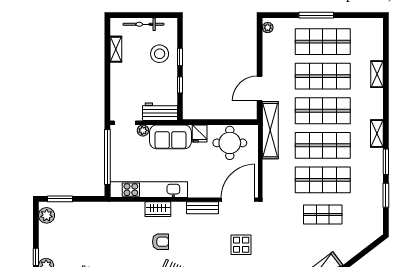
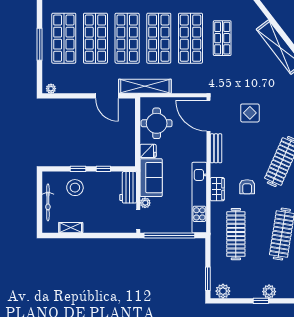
clothes rail: (109, 229) -> (236, 234), added
armchair: (160, 242) -> (247, 187), turned 180

